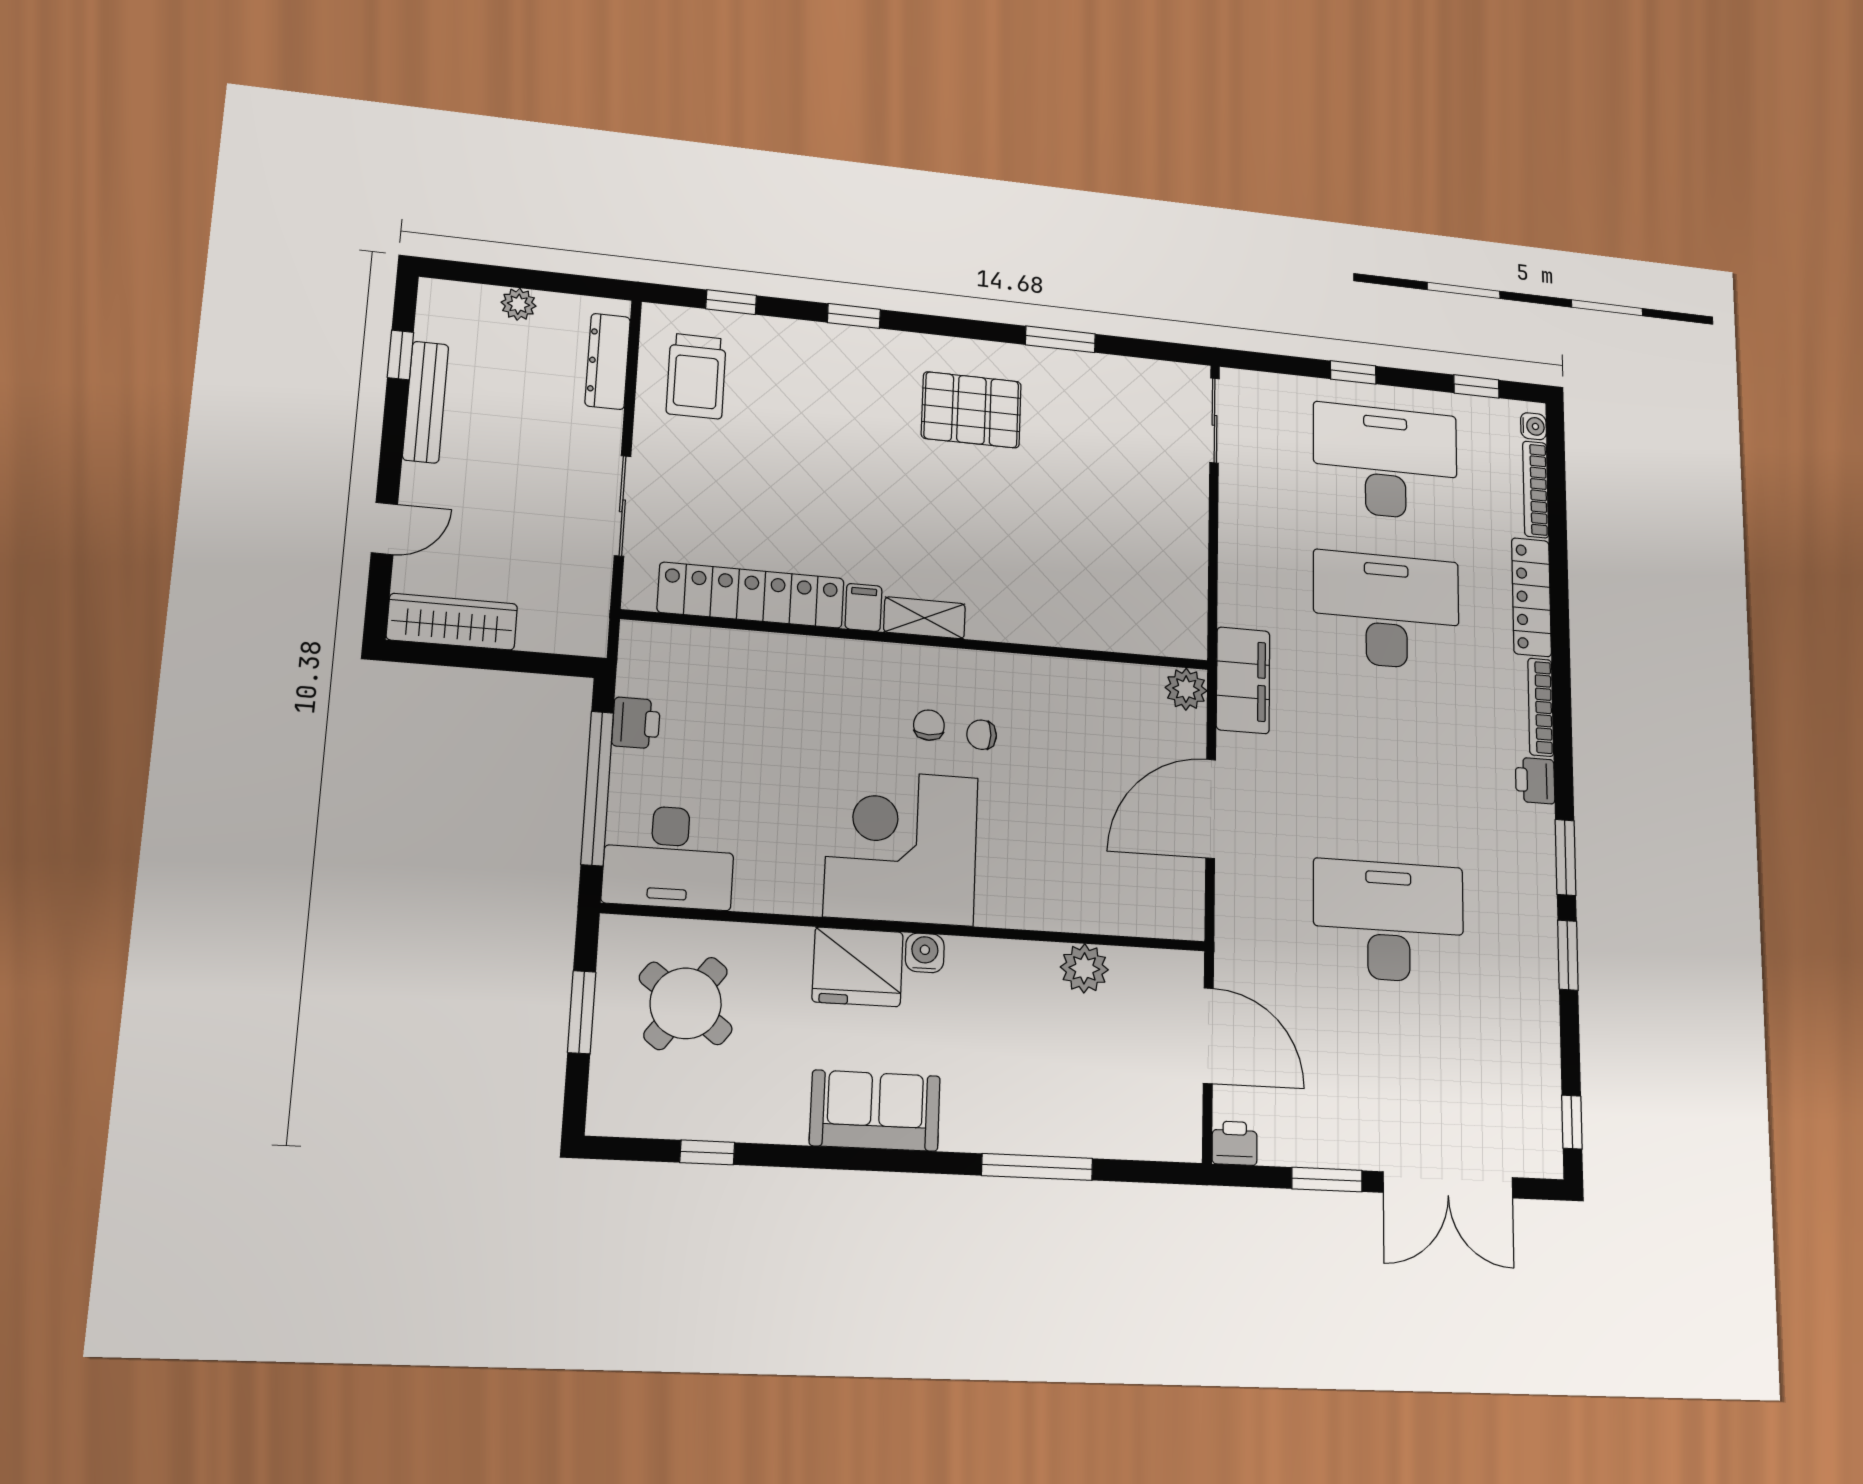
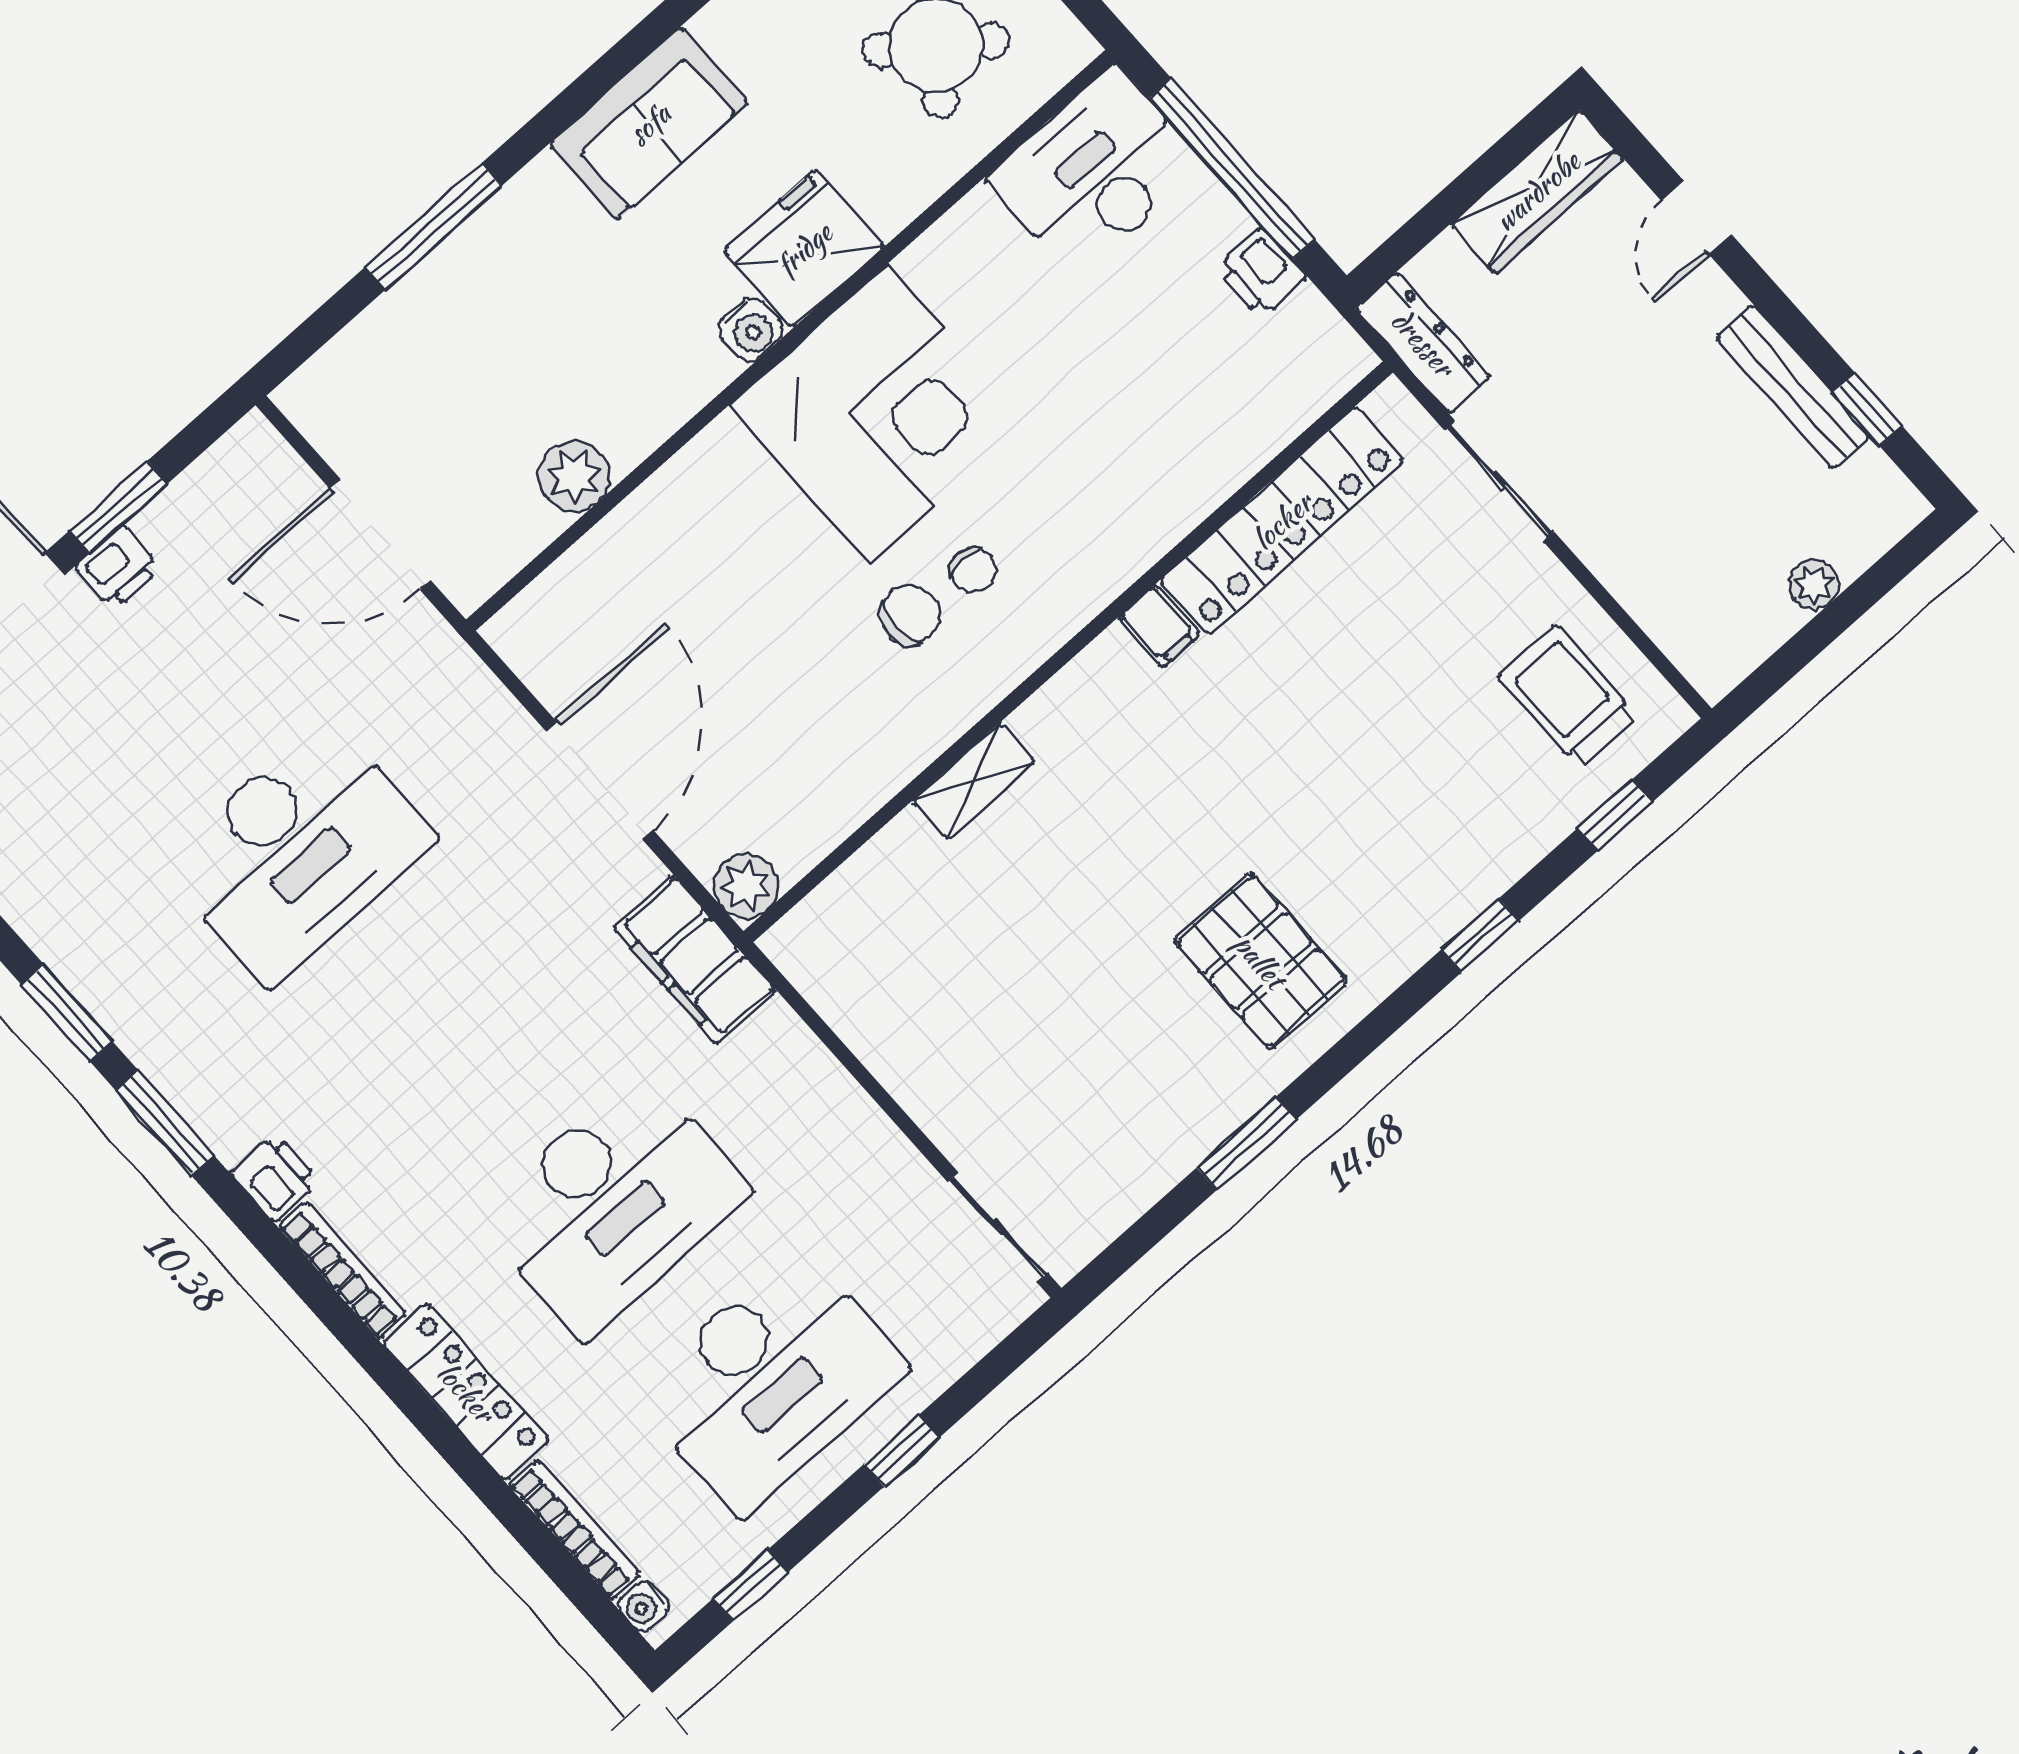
dresser: (608, 361) -> (1423, 343), moved
pallet: (971, 410) -> (1260, 961), turned 90
shelving: (924, 618) -> (974, 781), moved
chair: (982, 735) -> (910, 615), width x1.37, depth x1.37
printer: (1235, 1143) -> (118, 568), moved

